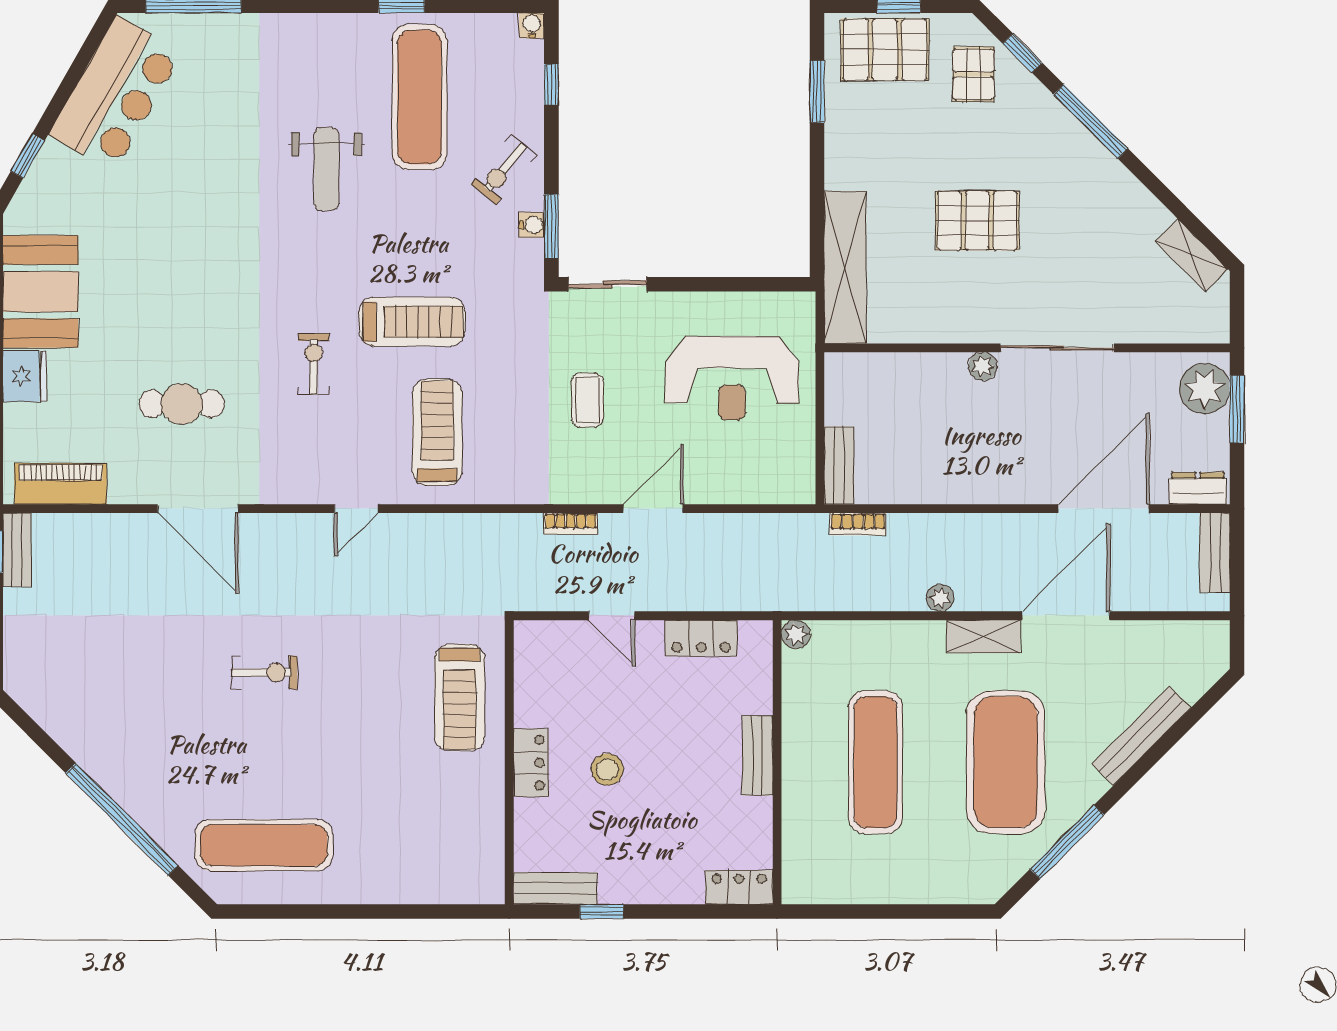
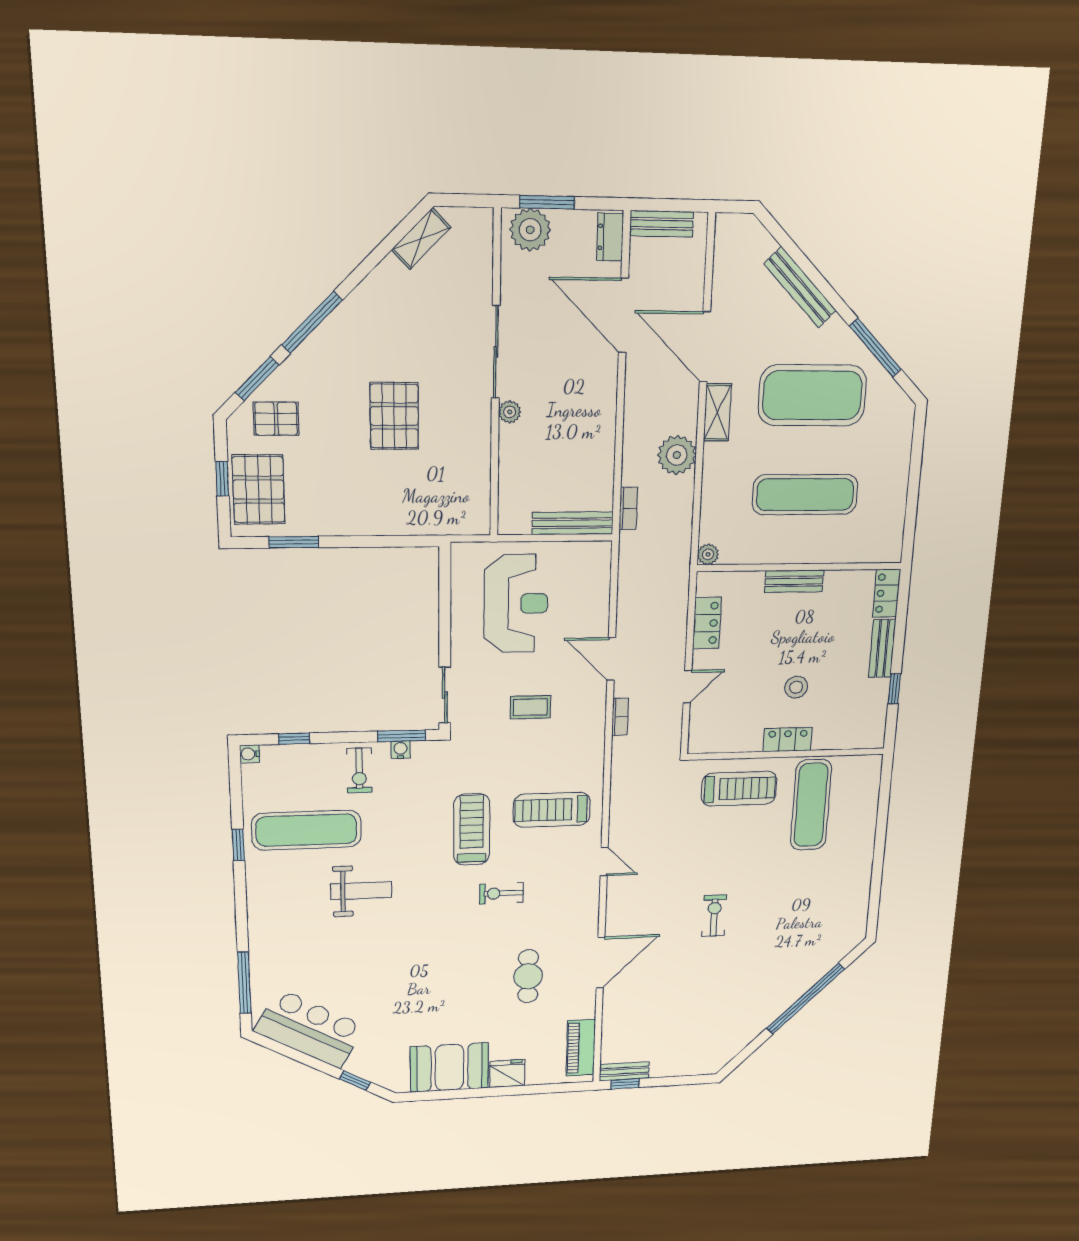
window: (1022, 53) -> (257, 379), width x1.50
exercise bike: (504, 169) -> (359, 770), turned 51
shelving: (845, 267) -> (432, 520), removed
bench: (839, 465) -> (573, 523), width x1.36
plant: (940, 598) -> (677, 455), width x1.87, depth x1.87
exercise mat: (264, 845) -> (811, 805), moved
bench: (555, 888) -> (882, 648), moved

